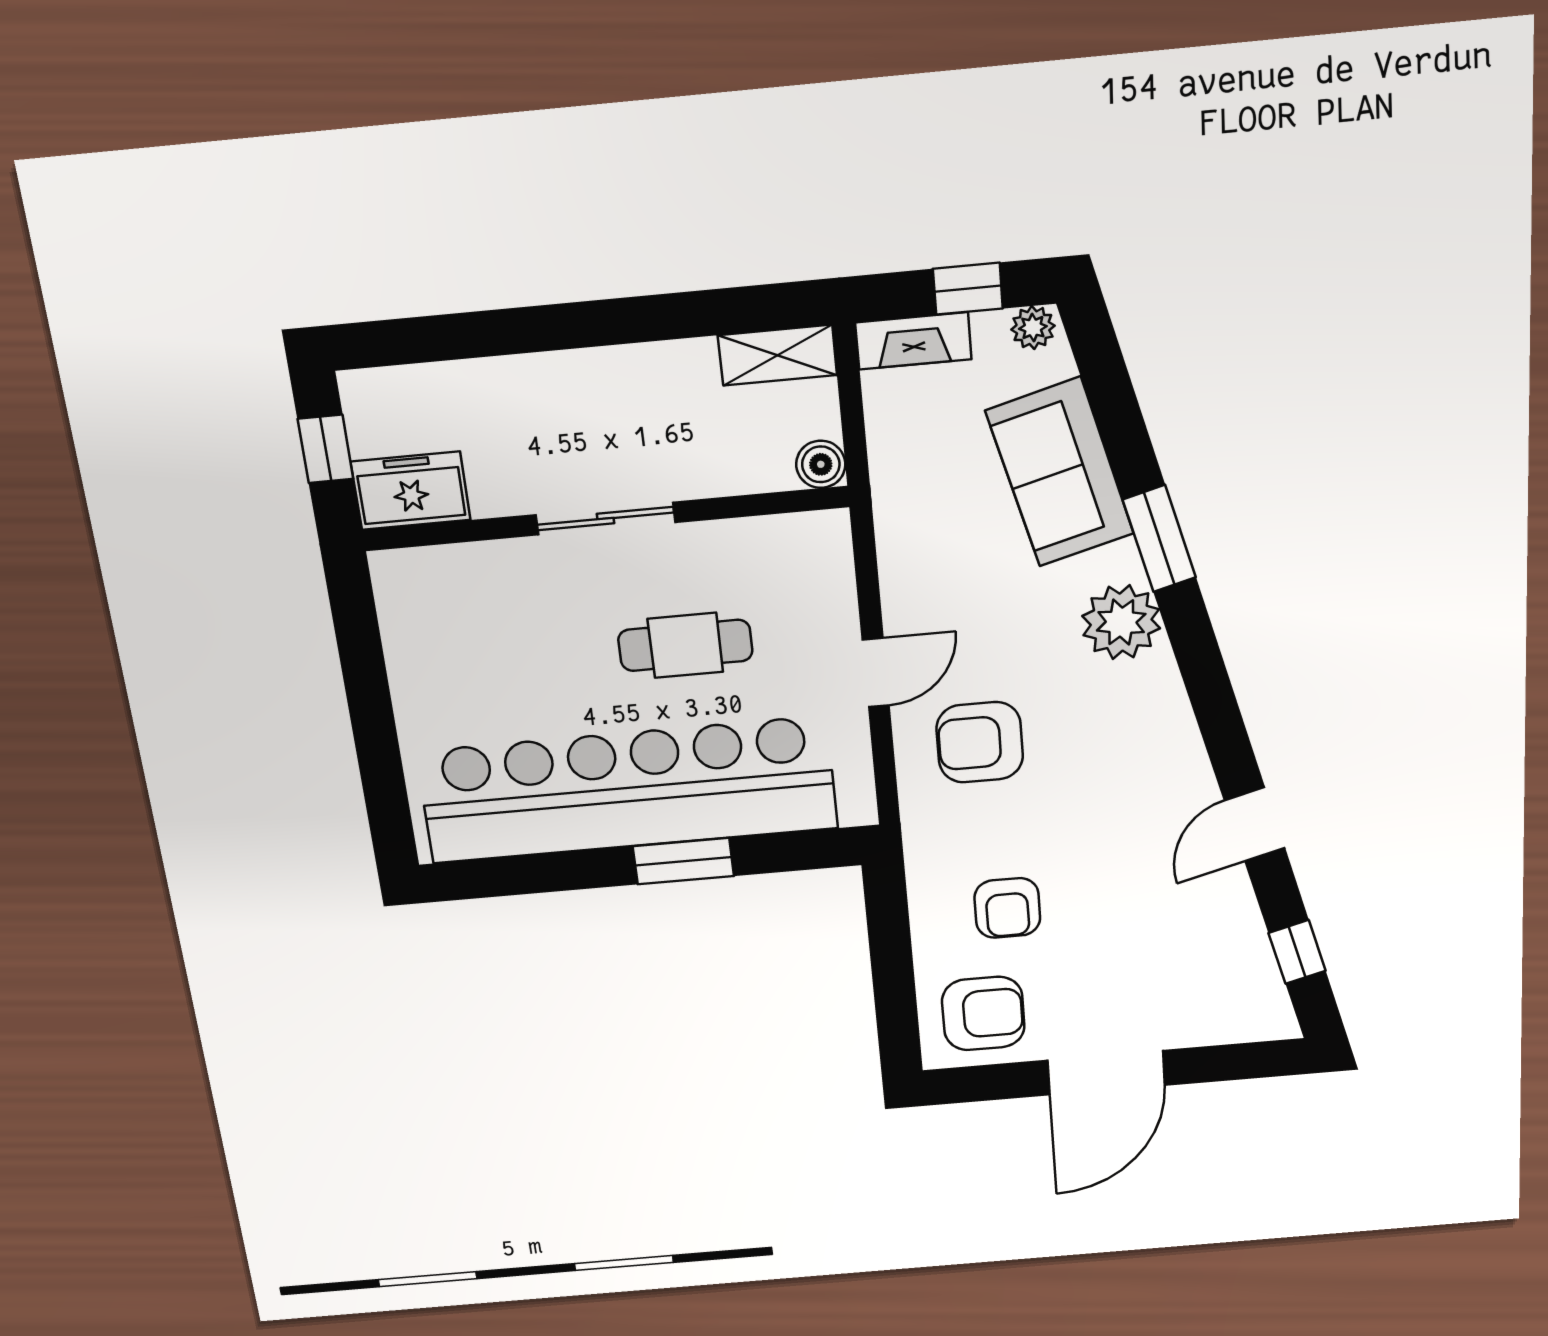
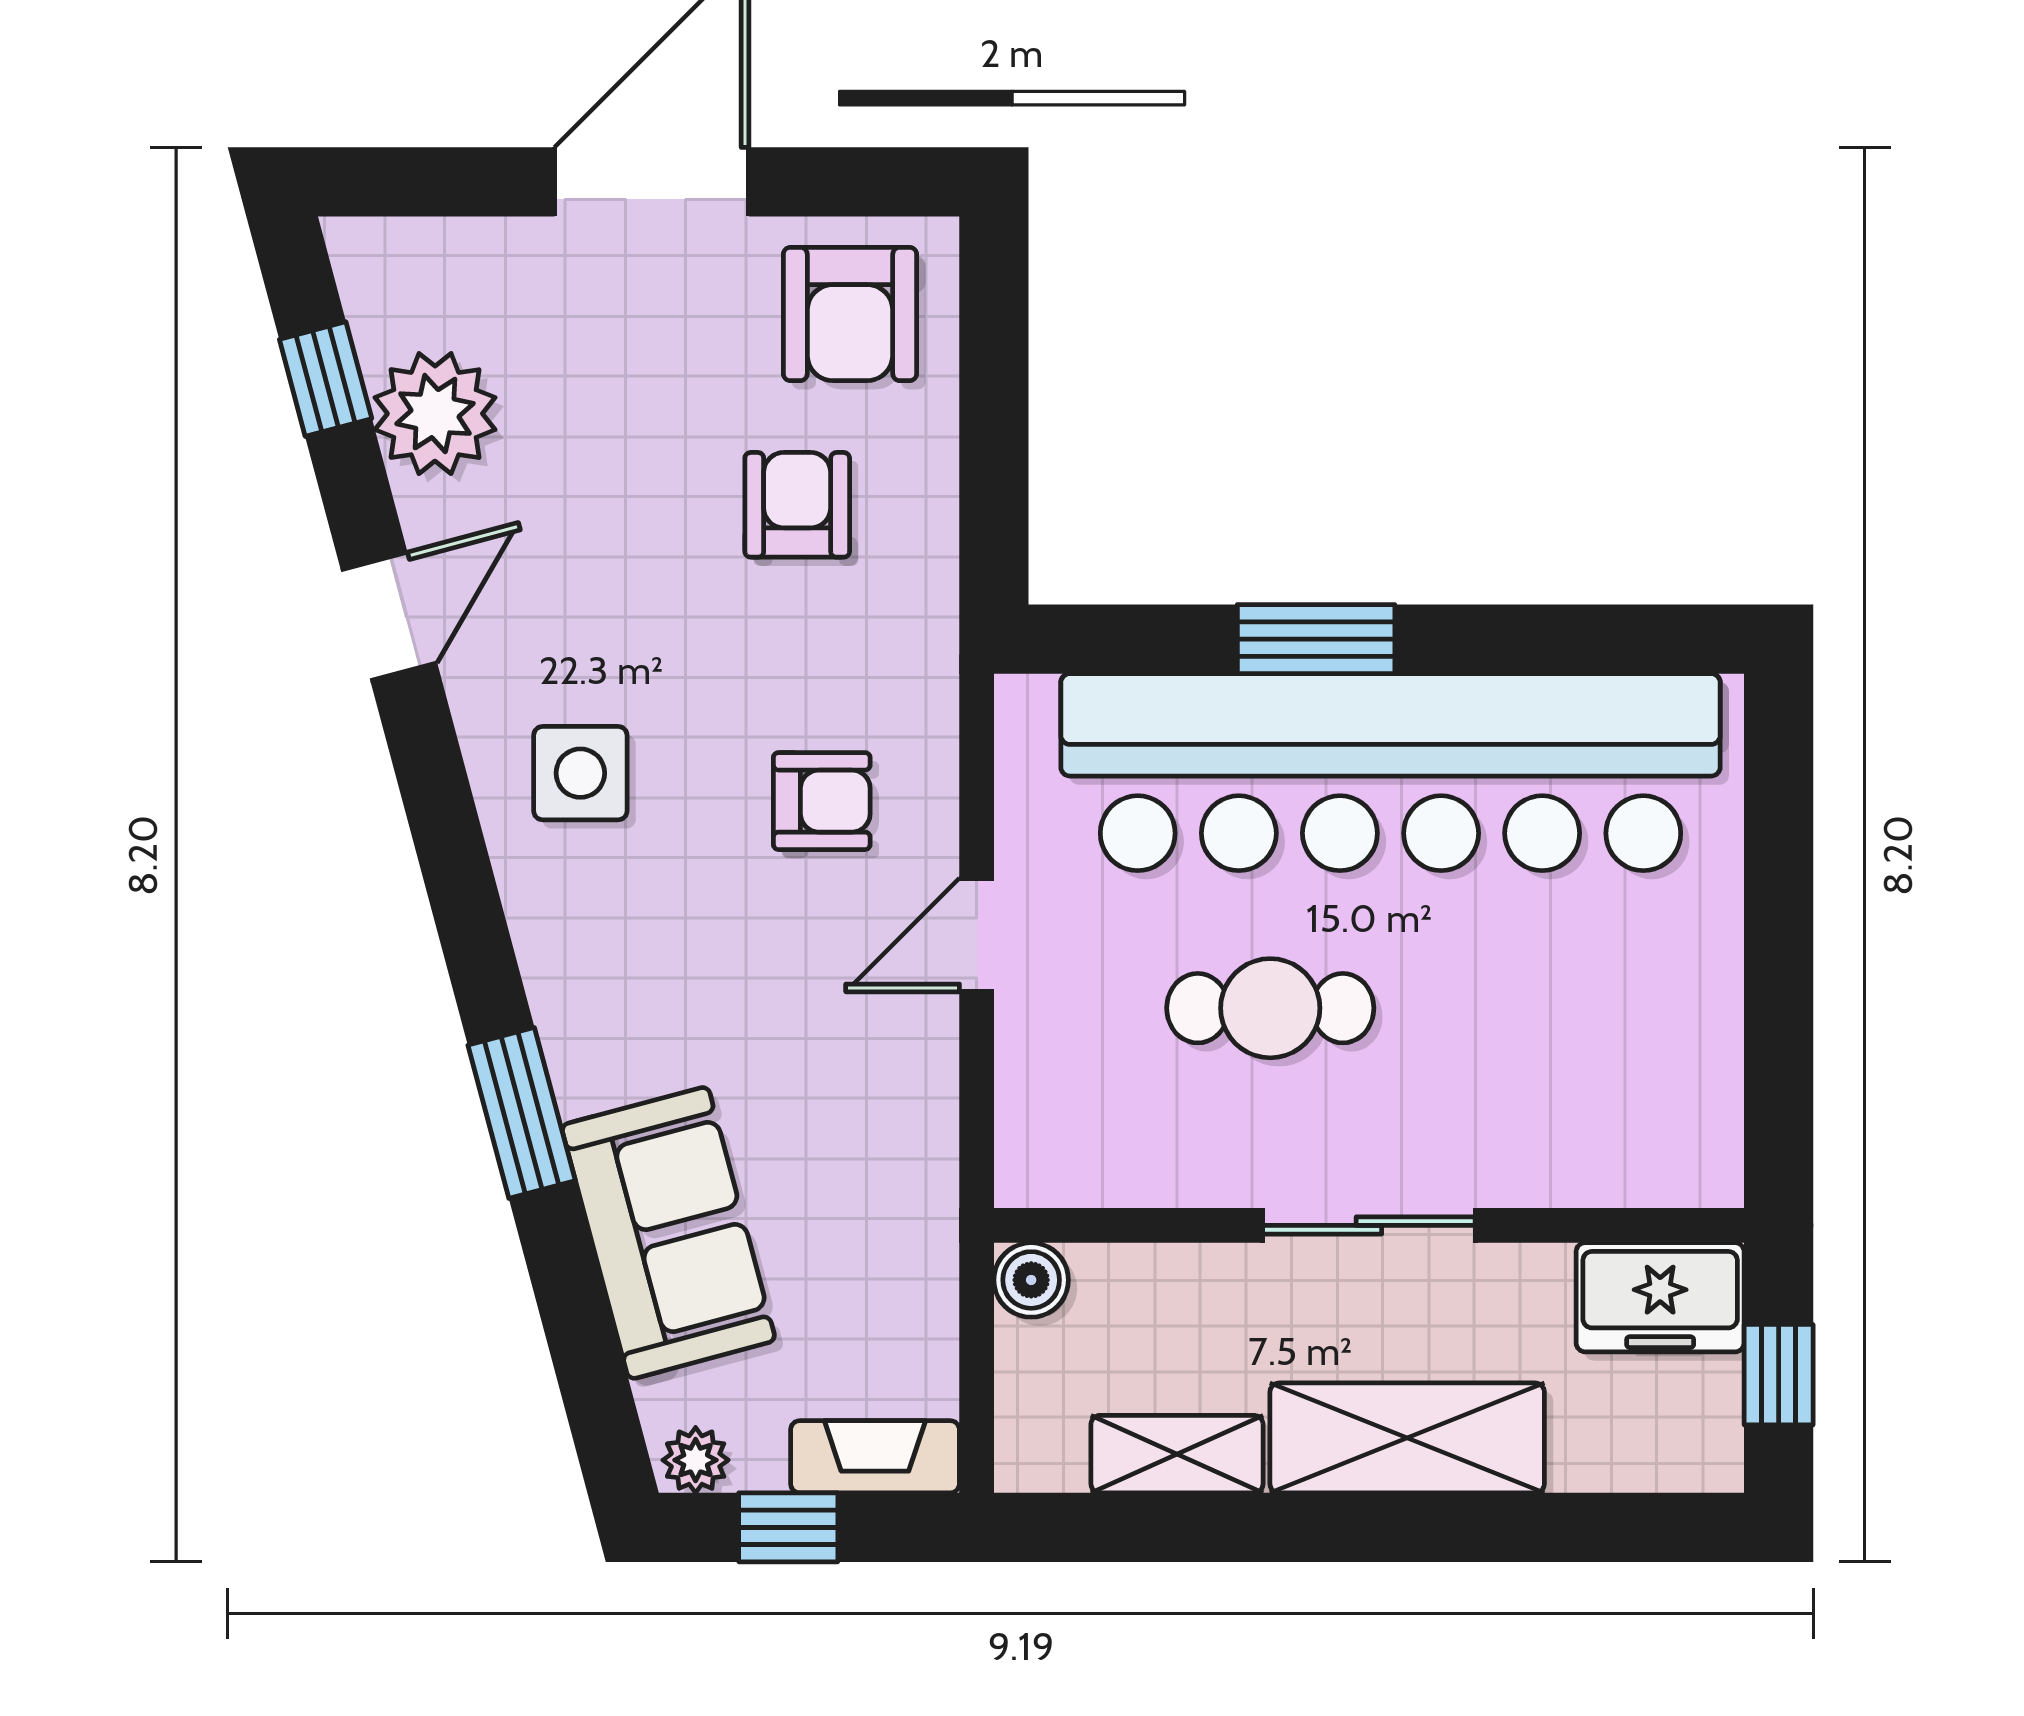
shelving: (778, 355) -> (1177, 1454), moved
shelving: (562, 386) -> (1407, 1438), added
plant: (1121, 622) -> (435, 414), moved
armchair: (980, 742) -> (822, 801), width x0.72, depth x0.72
side table: (1132, 745) -> (580, 773), added
armchair: (983, 1014) -> (850, 314), turned -90

